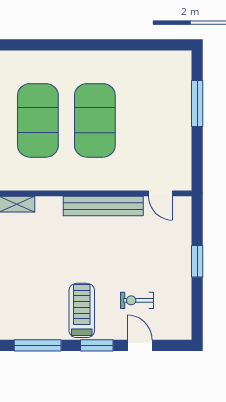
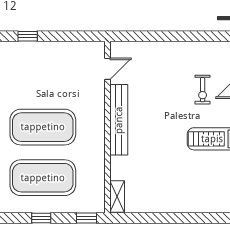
window: (197, 103) -> (28, 36), width x0.46
window: (197, 261) -> (168, 36), removed

